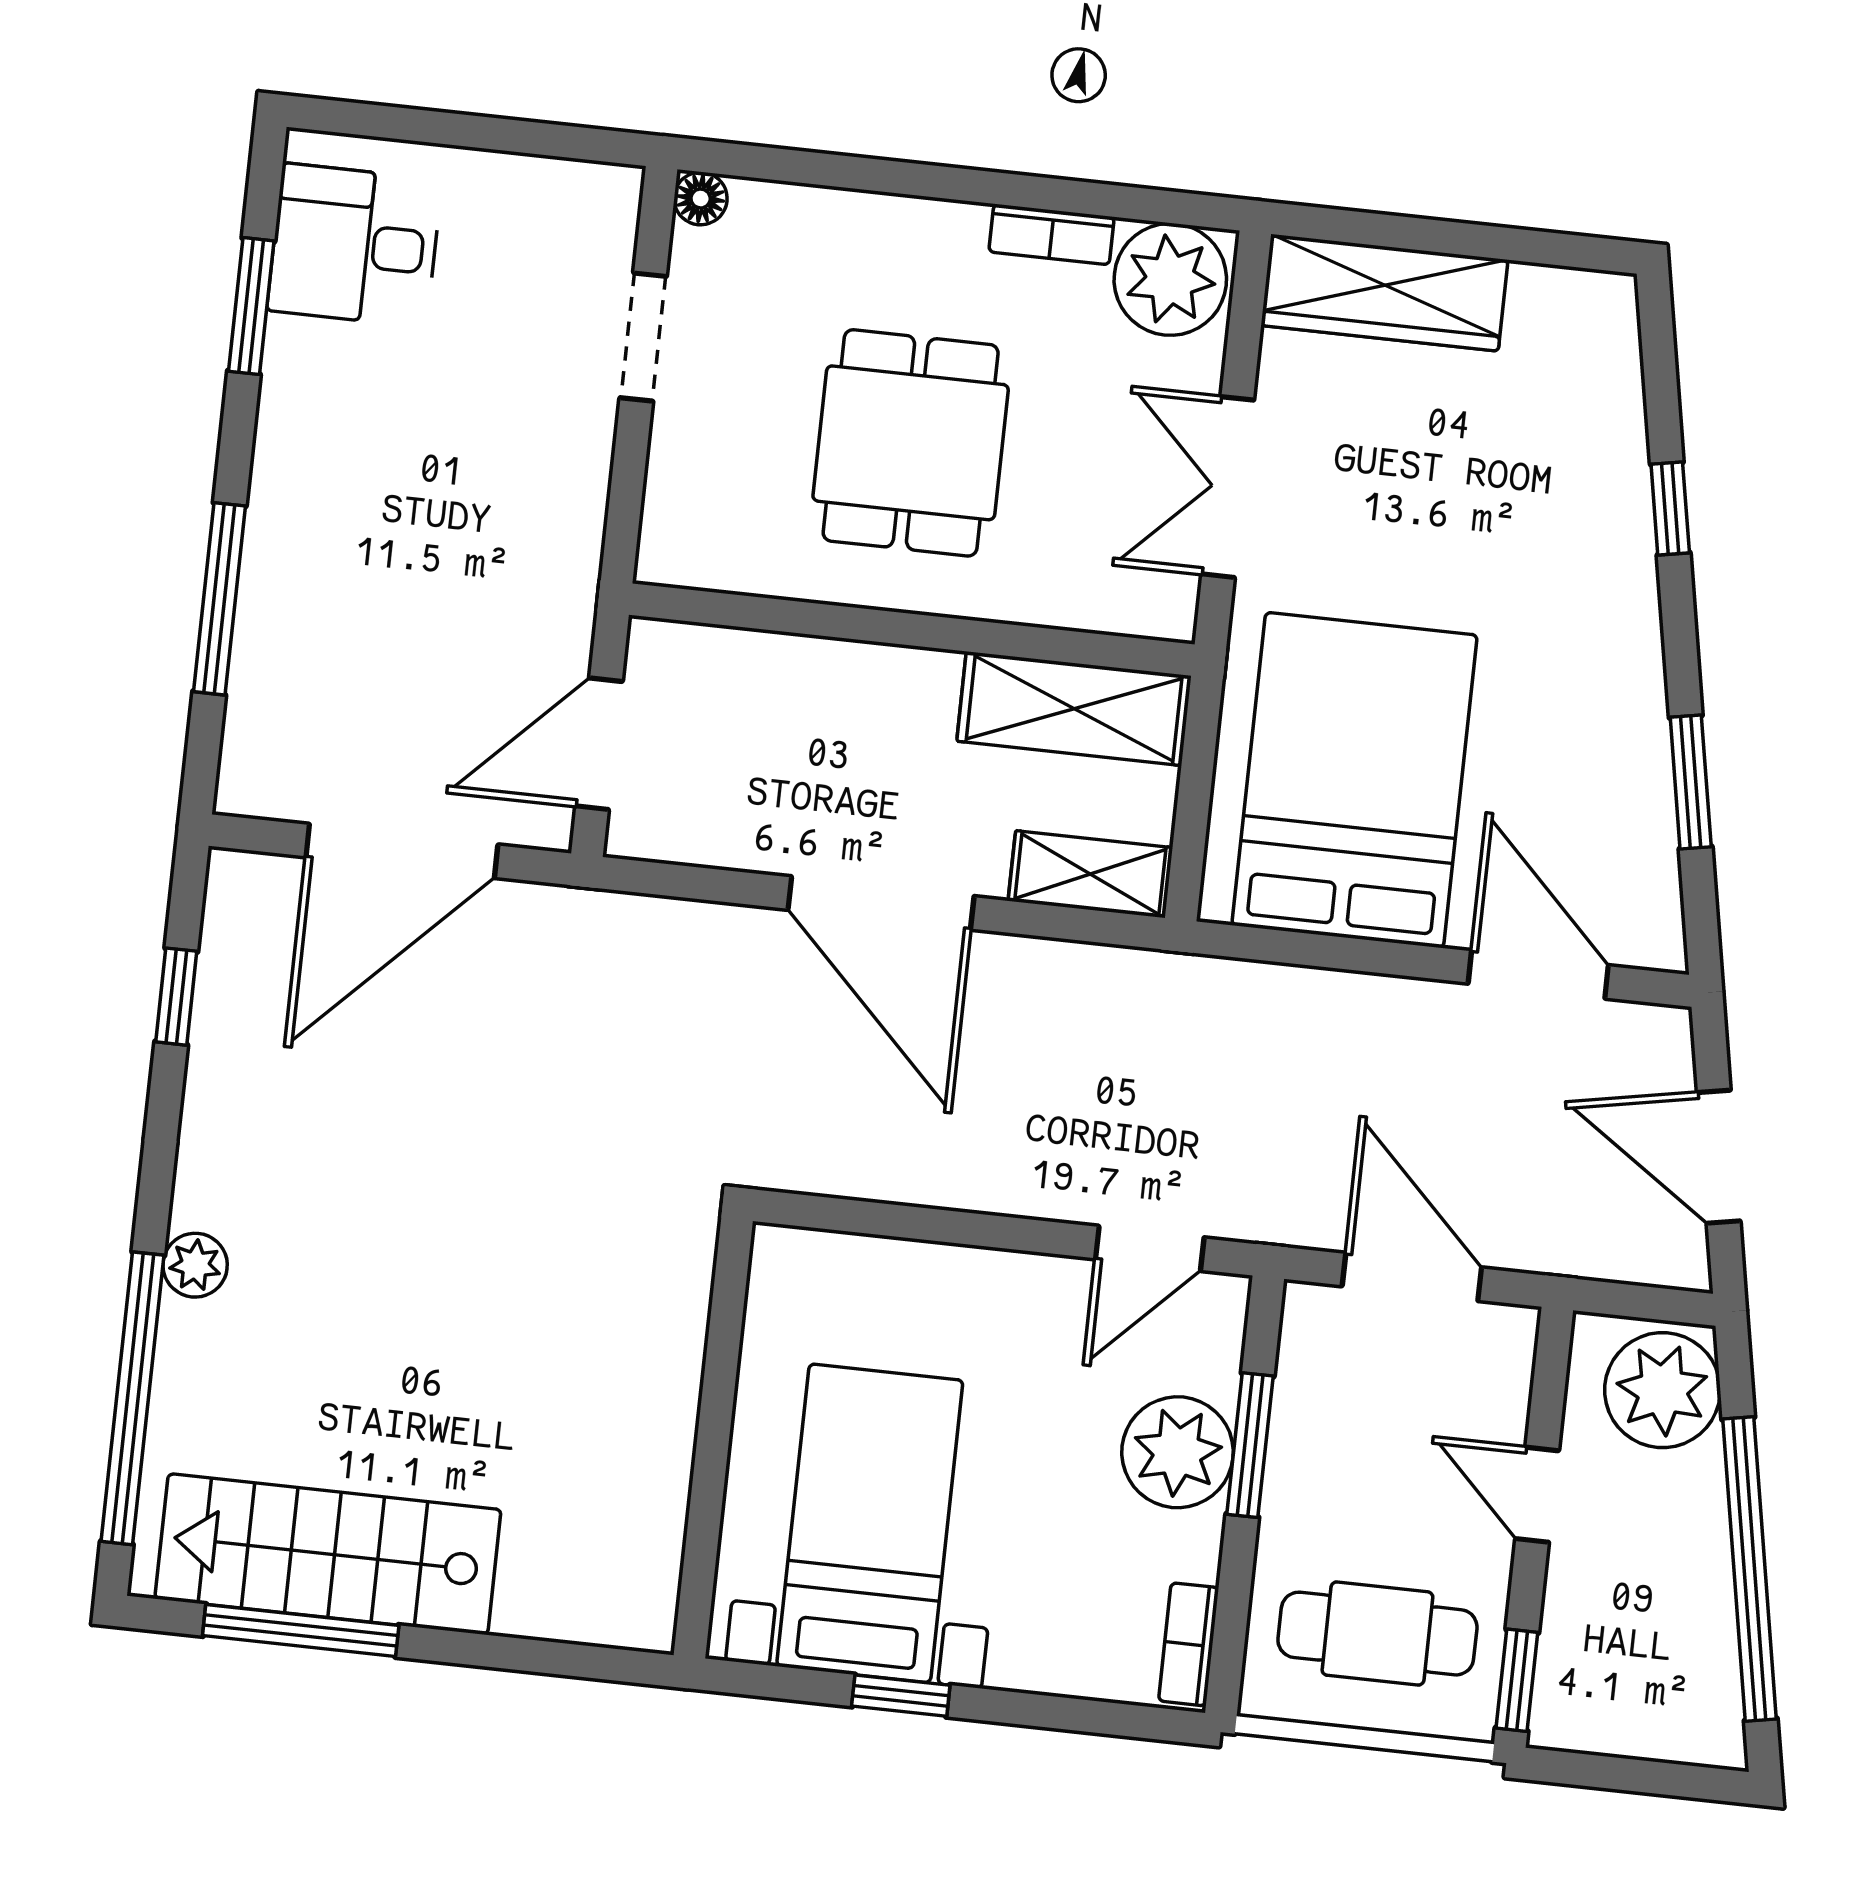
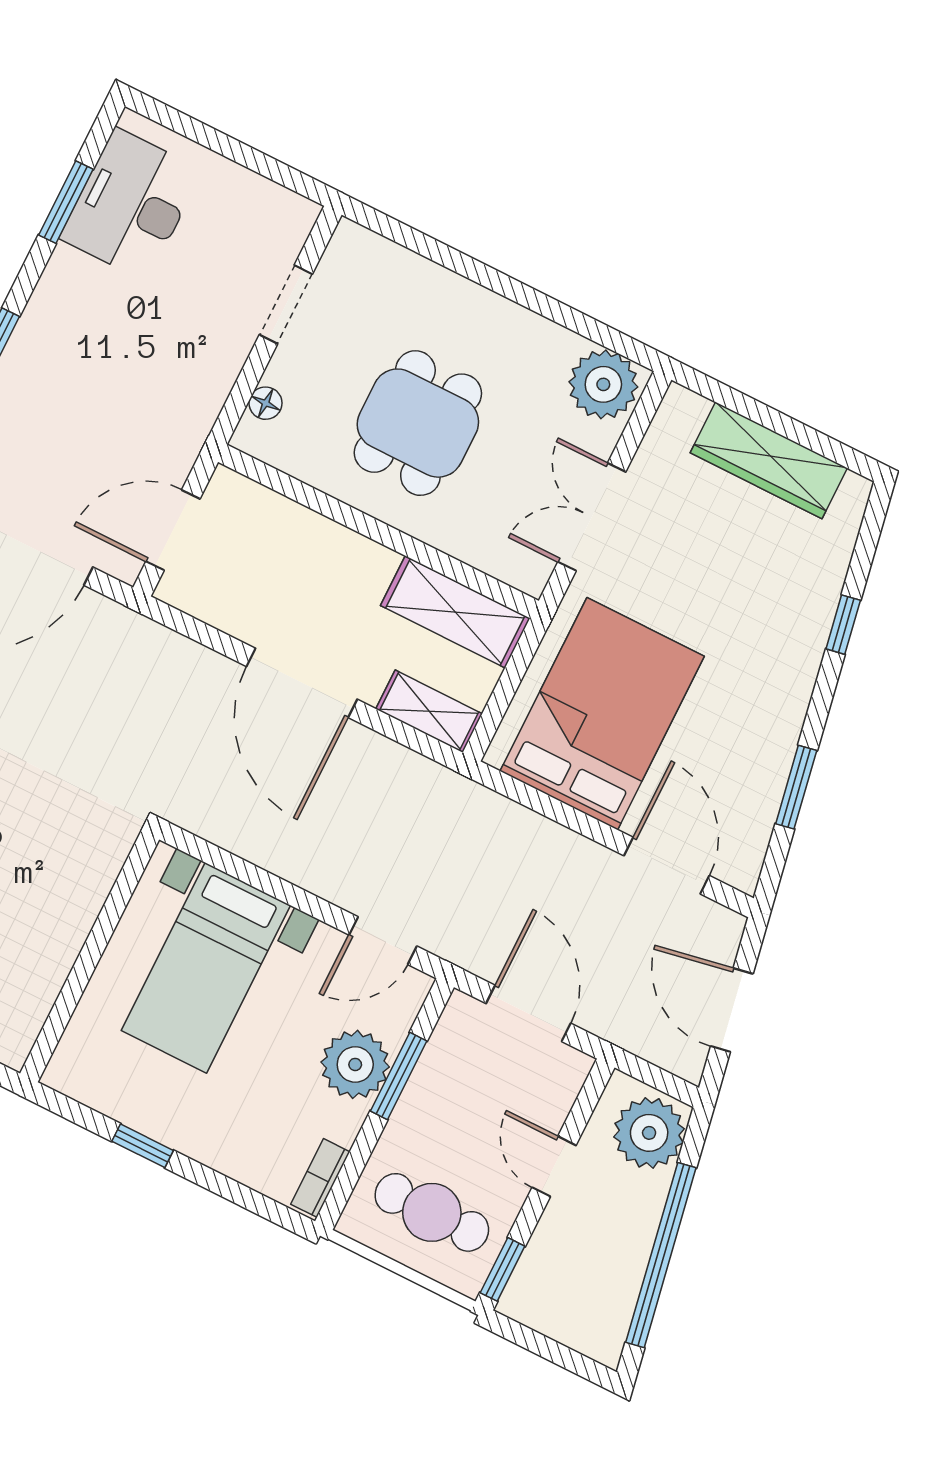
floor lamp: (701, 199) -> (266, 403), moved
bookcase: (1052, 234) -> (544, 333), removed
desk: (355, 245) -> (131, 204), width x1.37
wardrobe: (1385, 293) -> (769, 460), moved
bed with nightstands: (870, 1523) -> (206, 968), moved, turned 180

